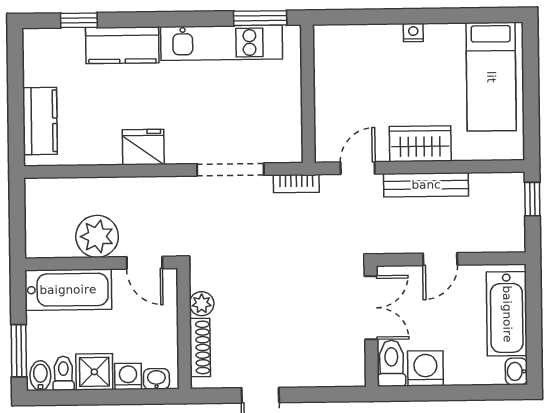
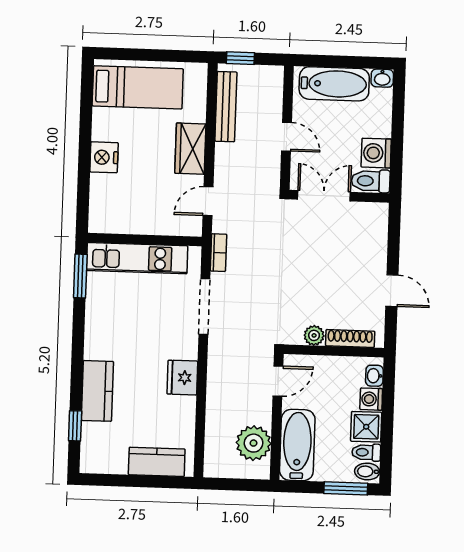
nightstand: (413, 33) -> (104, 157), width x1.89, depth x1.79
kitchen unit: (222, 43) -> (137, 258), moved, turned 90
door: (358, 168) -> (208, 201), hinge flipped
bench: (426, 185) -> (226, 107), moved
plant: (97, 236) -> (254, 443), moved

